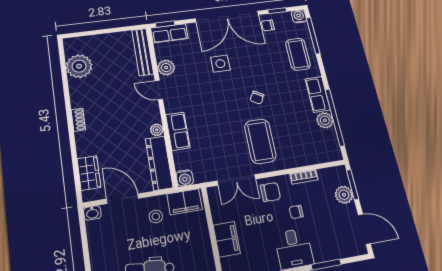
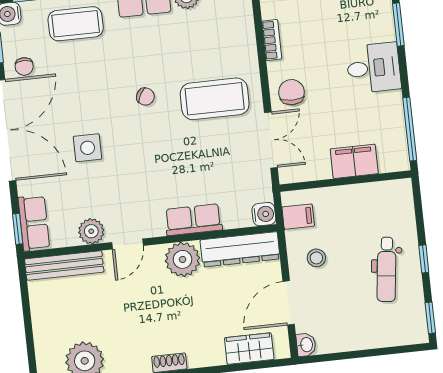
plant: (157, 130) -> (183, 259), width x1.87, depth x1.87
filing cabinet: (185, 202) -> (298, 217), width x0.50
chair: (296, 212) -> (322, 58), removed

